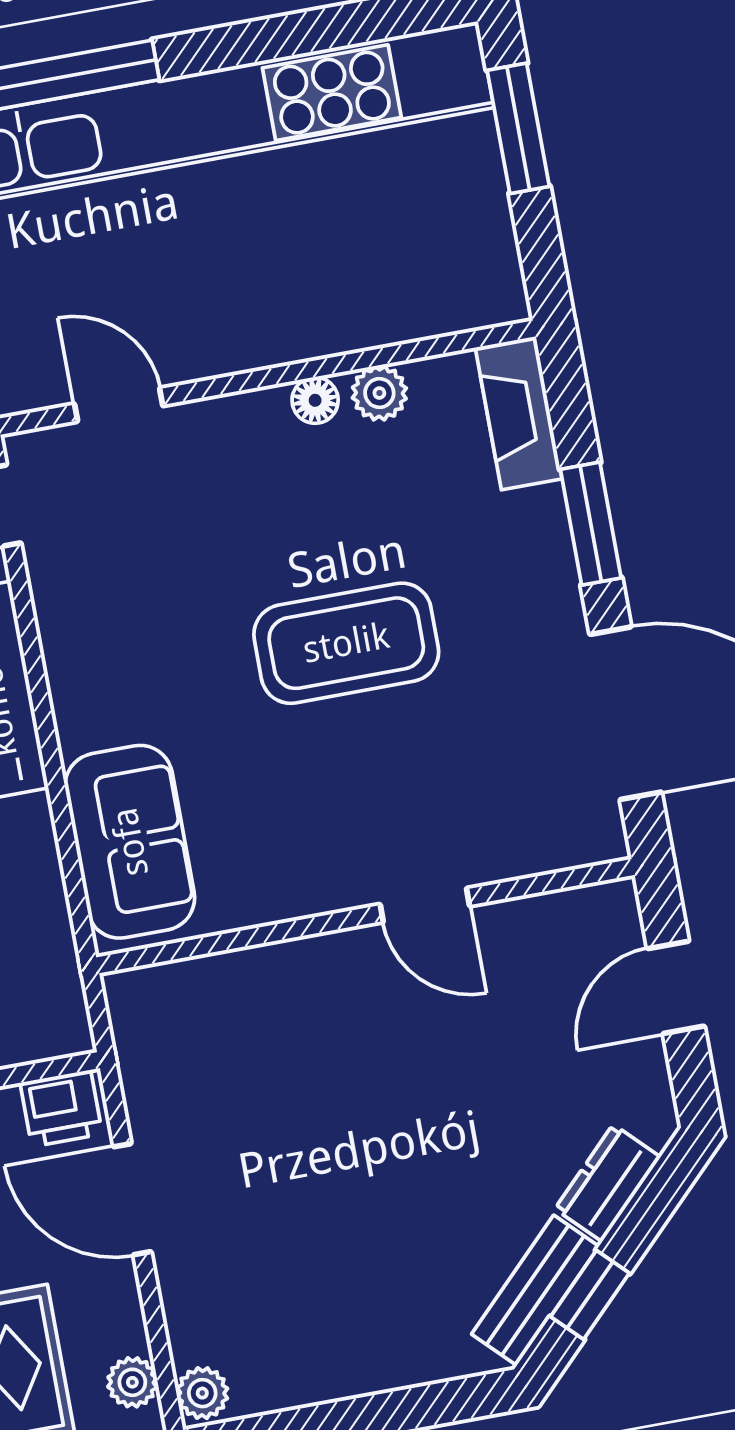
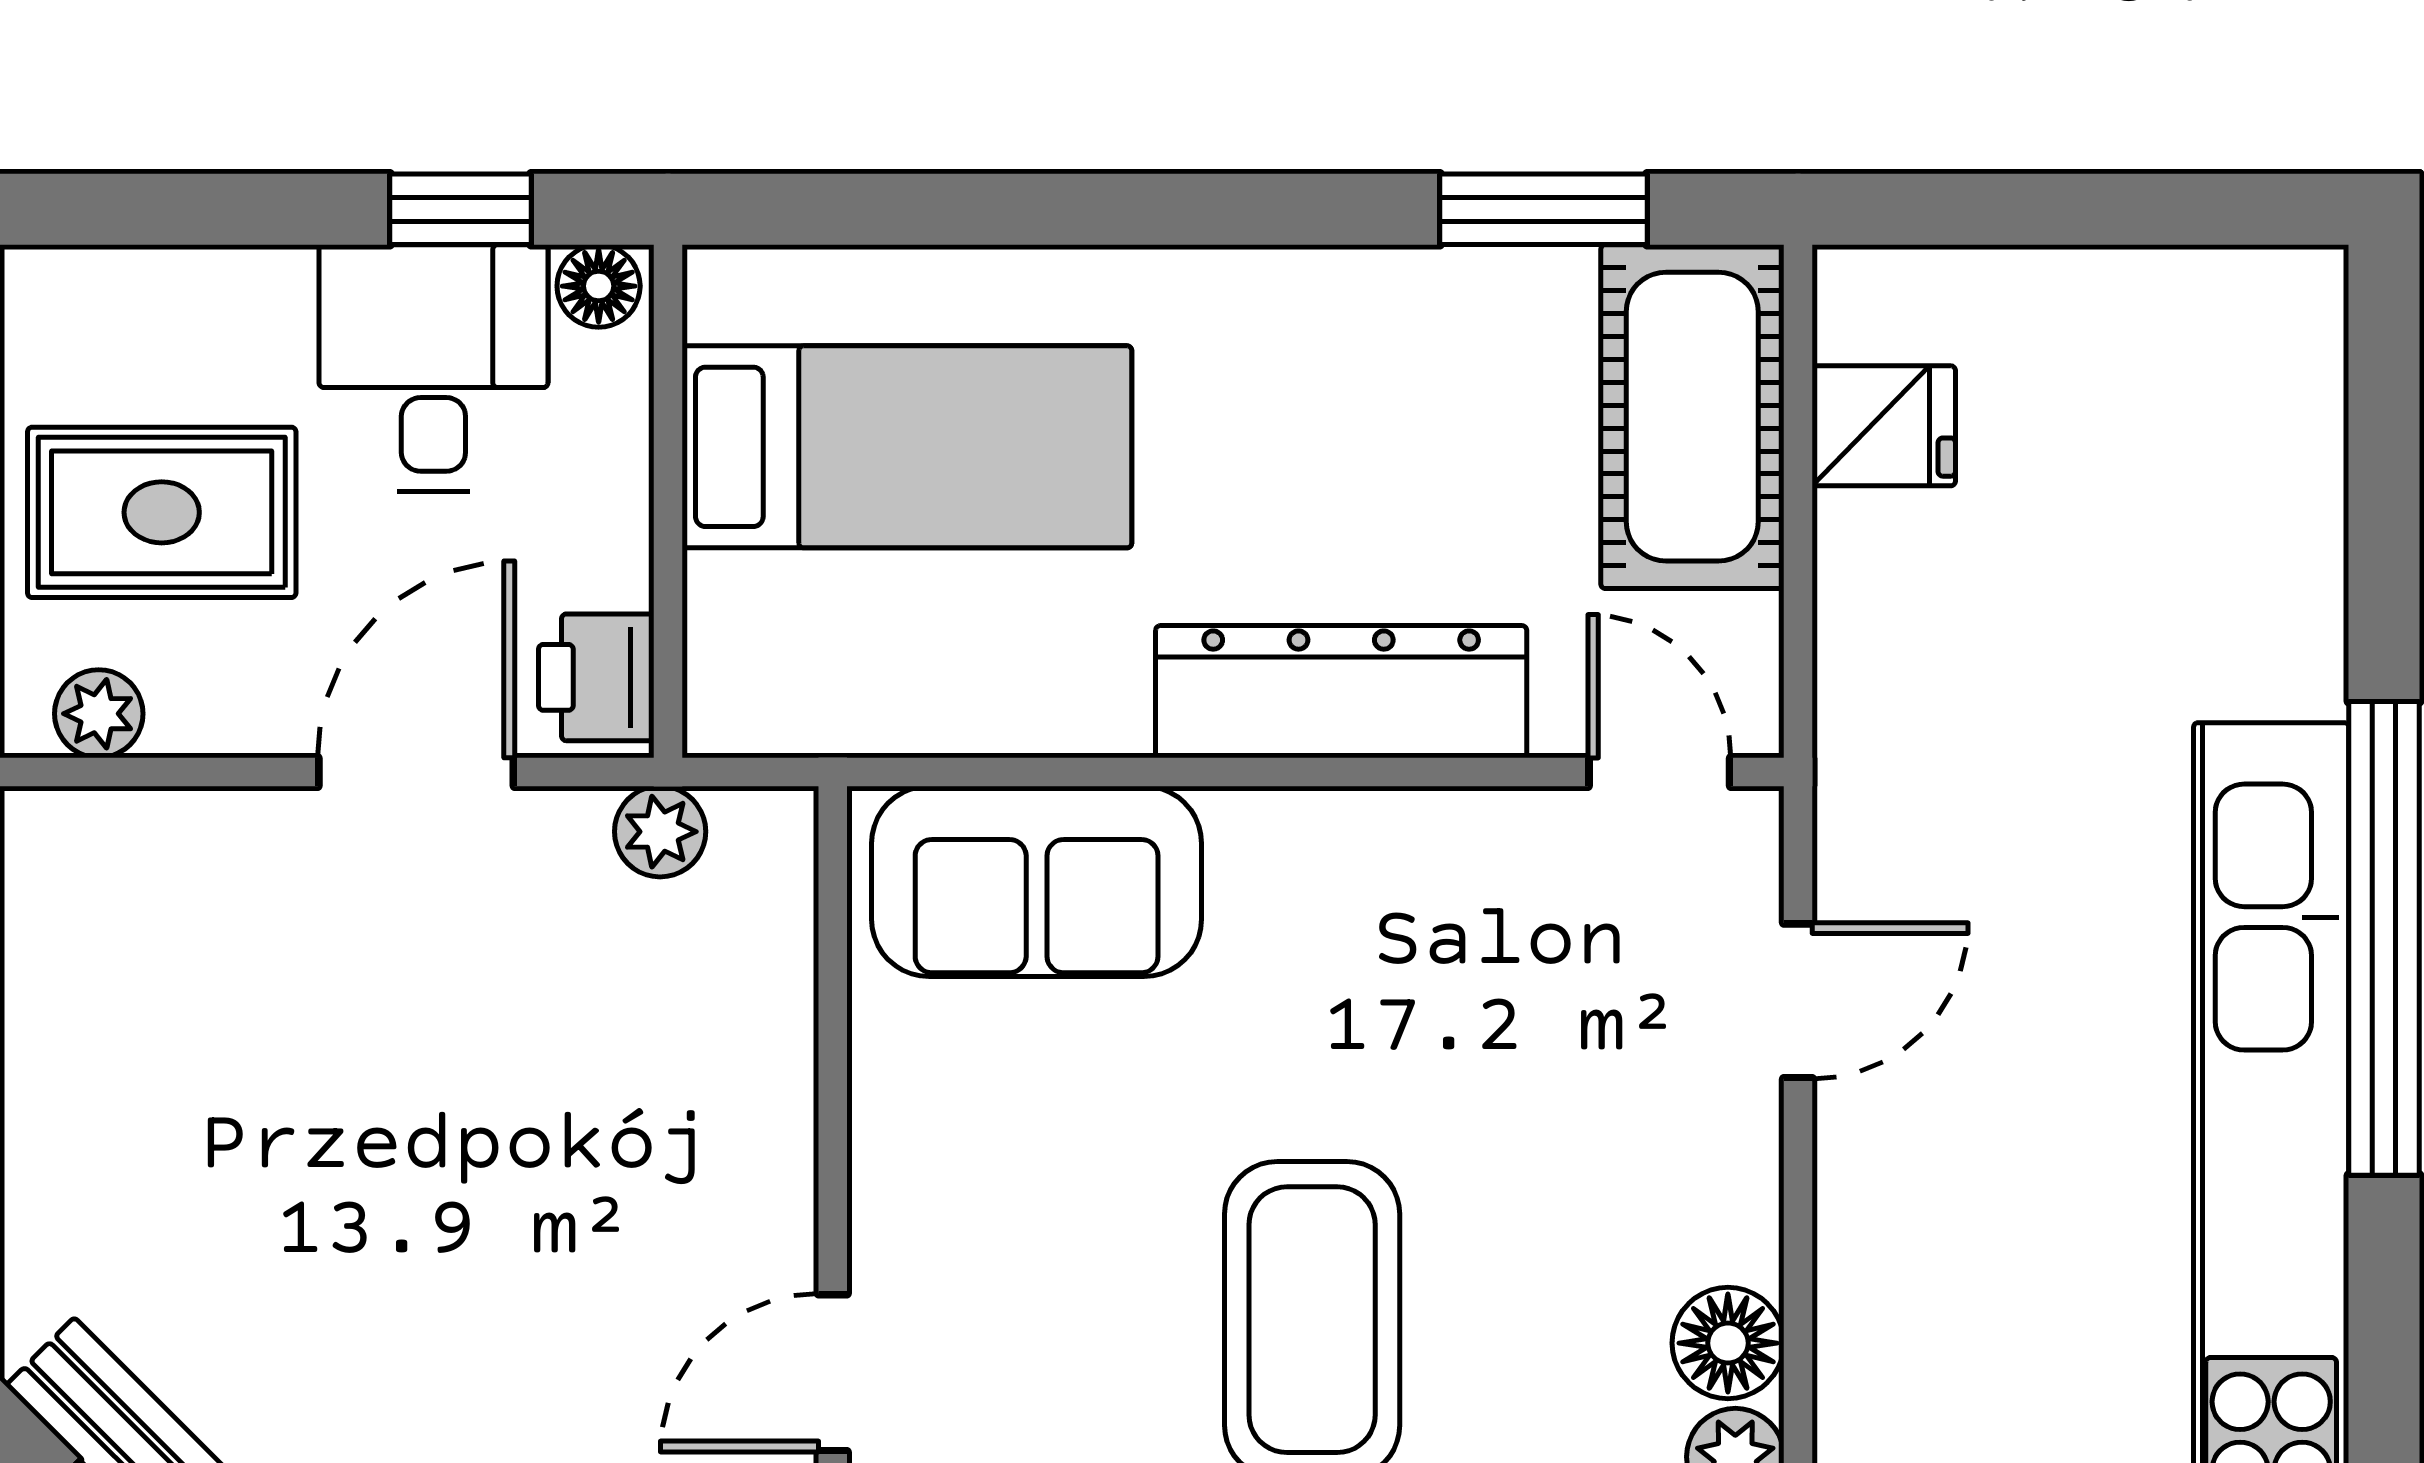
floor lamp: (315, 400) -> (1728, 1343), width x1.37, depth x1.37
plant: (202, 1393) -> (660, 832), moved

